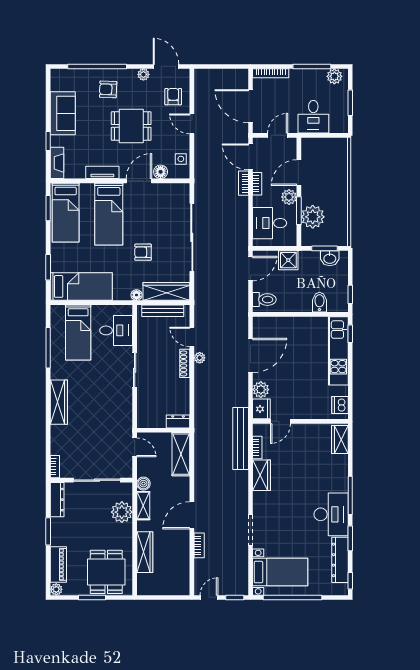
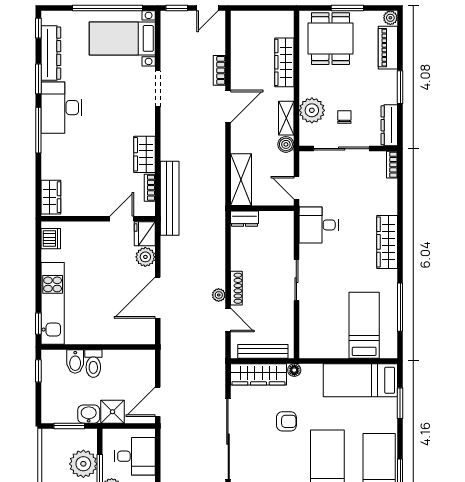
washbasin: (330, 258) -> (89, 414), moved
toilet: (264, 300) -> (93, 364), moved, turned -90
desk: (116, 330) -> (319, 225), moved
chair: (95, 507) -> (344, 117), added

